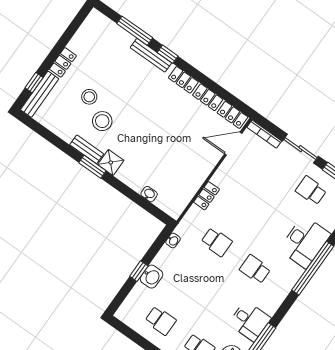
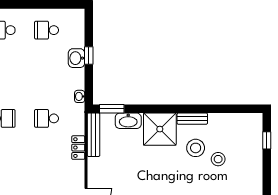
locker: (63, 62) -> (256, 171), removed
bench: (40, 94) -> (94, 135), moved
shower: (111, 162) -> (160, 129), width x1.86, depth x1.86
window: (92, 167) -> (112, 109), moved
washbasin: (149, 194) -> (128, 121), width x1.91, depth x1.45

